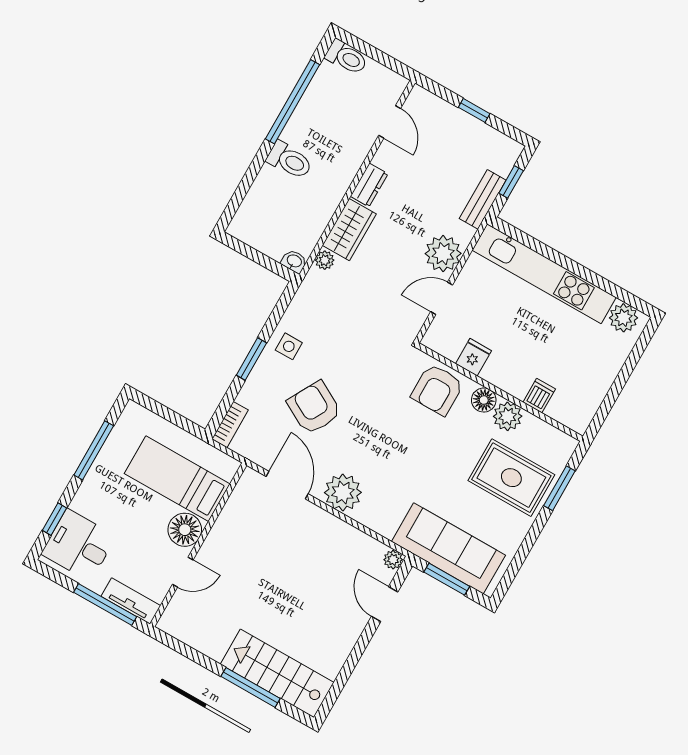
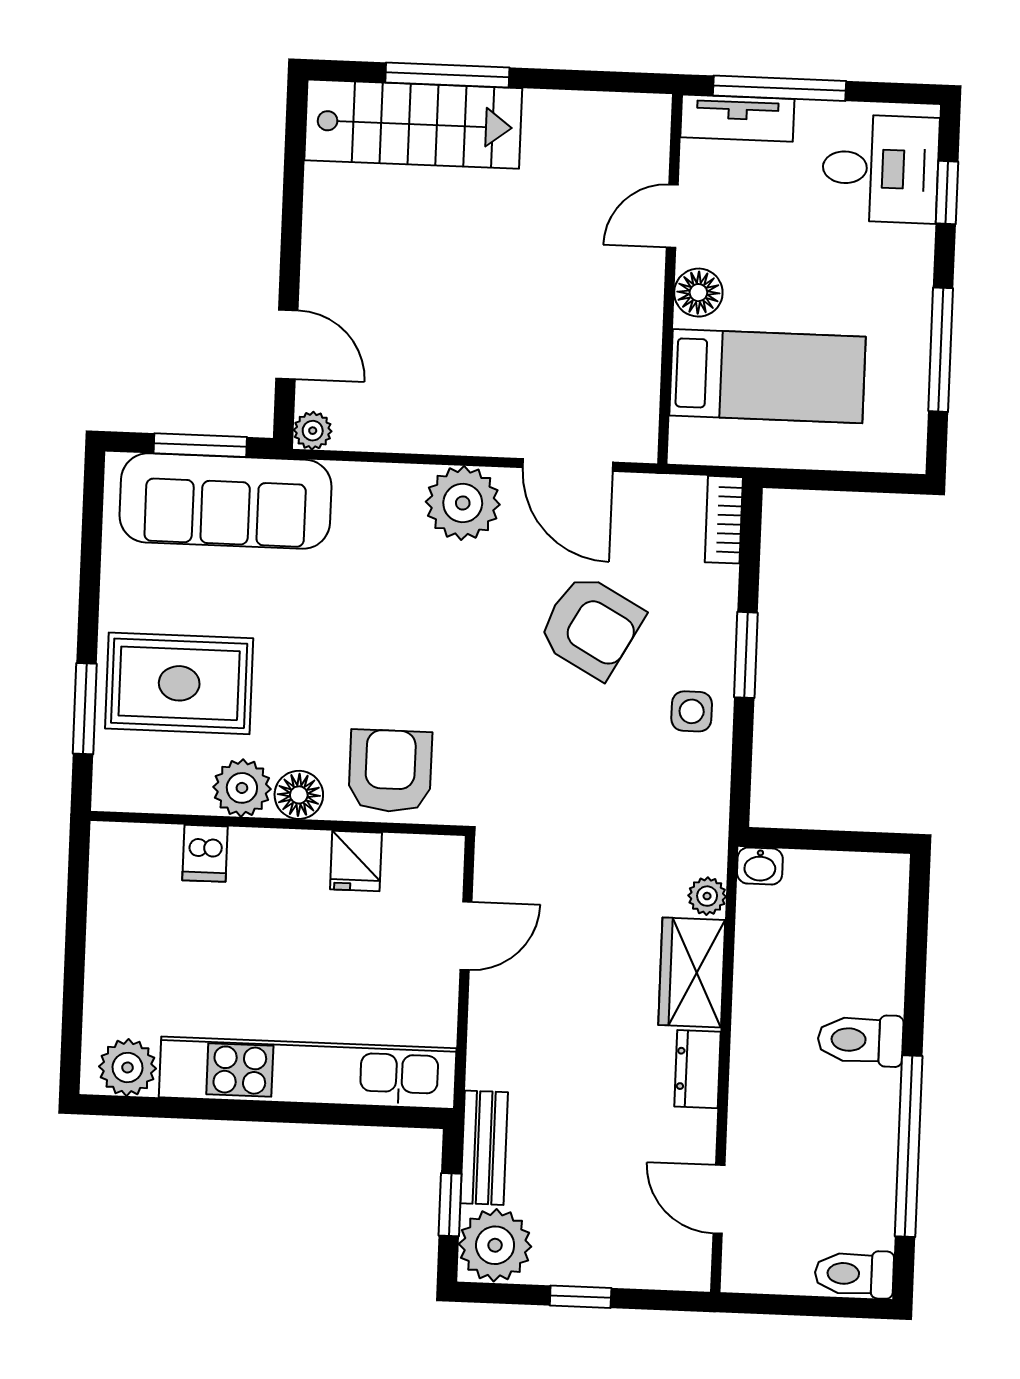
plant: (443, 254) -> (495, 1245), moved
floor lamp: (185, 530) -> (698, 293), width x0.73, depth x0.73

